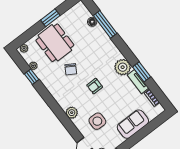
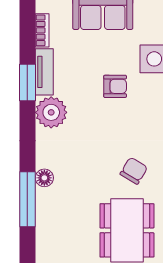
floor lamp: (92, 22) -> (44, 178), moved
armchair: (95, 86) -> (115, 86), moved

